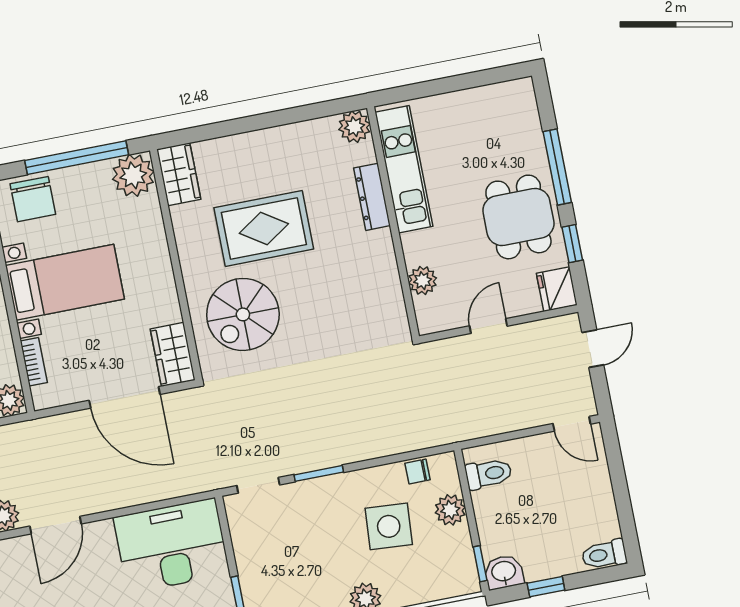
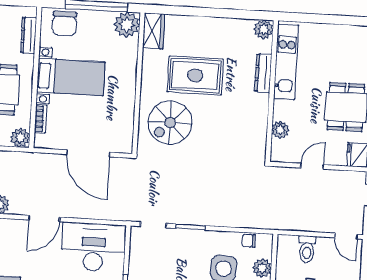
wardrobe: (173, 354) -> (123, 135), removed
toilet: (488, 474) -> (307, 249), moved, turned 90
door: (56, 525) -> (44, 219), moved

